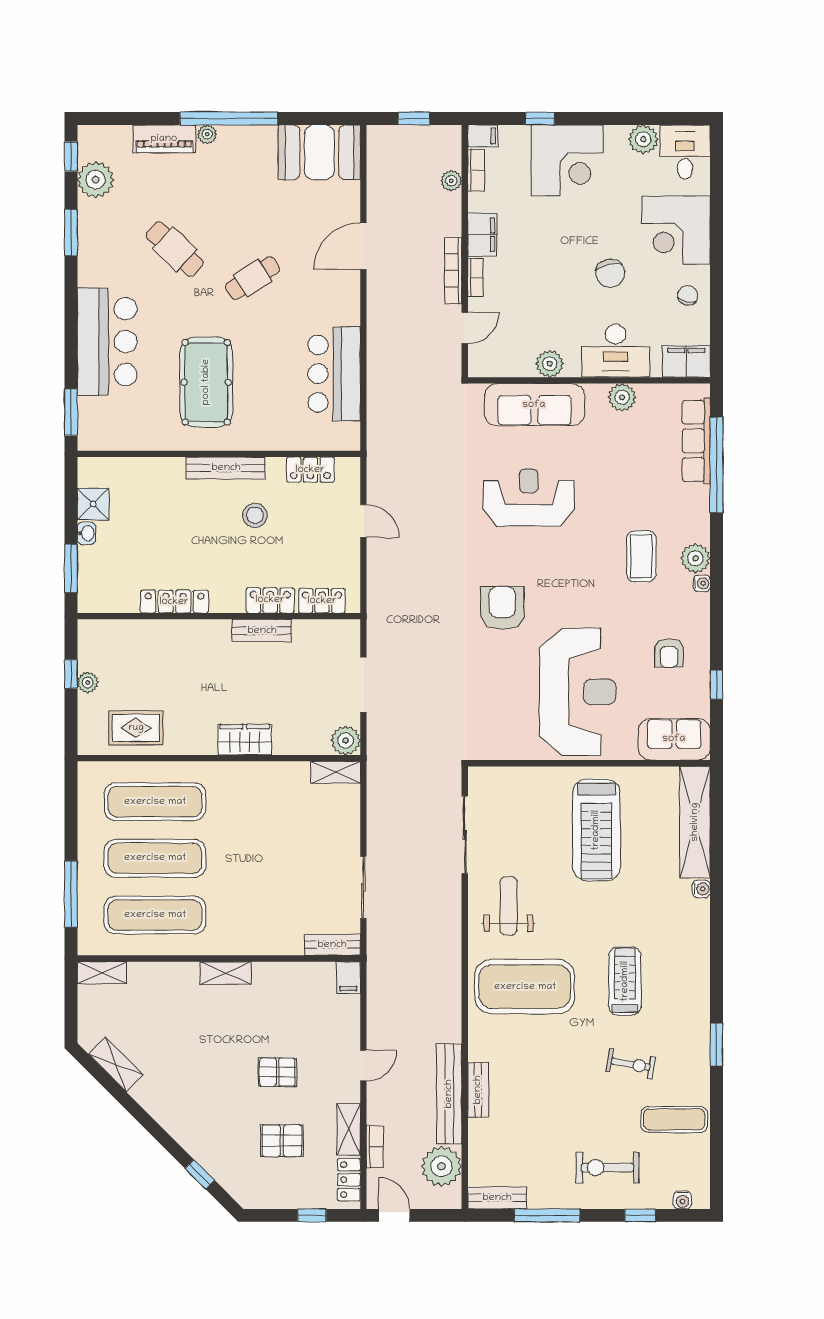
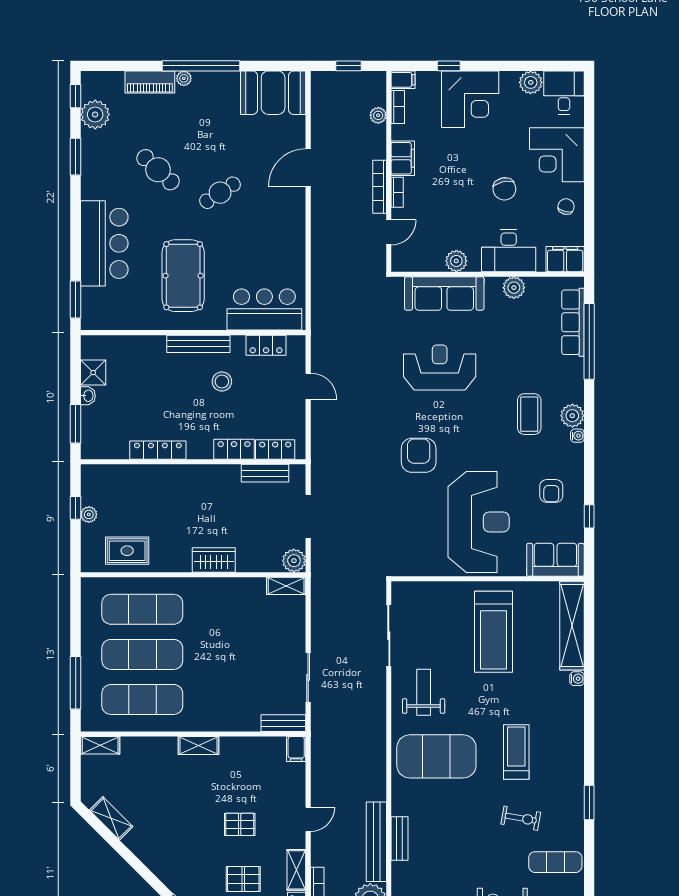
bar counter: (334, 374) -> (264, 310), moved, turned 90
bench: (262, 631) -> (265, 473), moved

